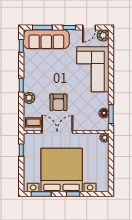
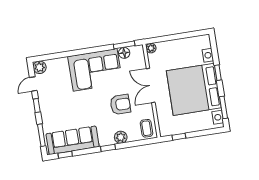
door: (89, 27) -> (33, 84), swing flipped
sofa: (46, 39) -> (73, 140), moved, turned -90
corner sofa: (93, 69) -> (95, 70), moved
double door: (57, 132) -> (151, 85), moved

